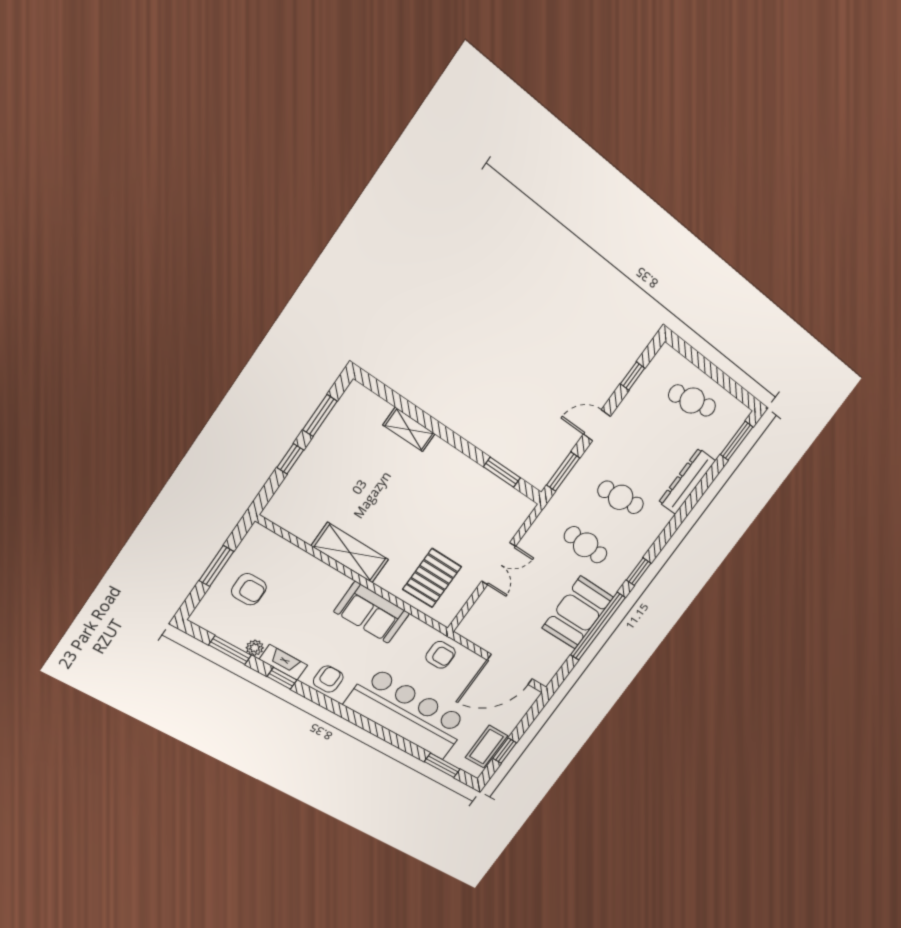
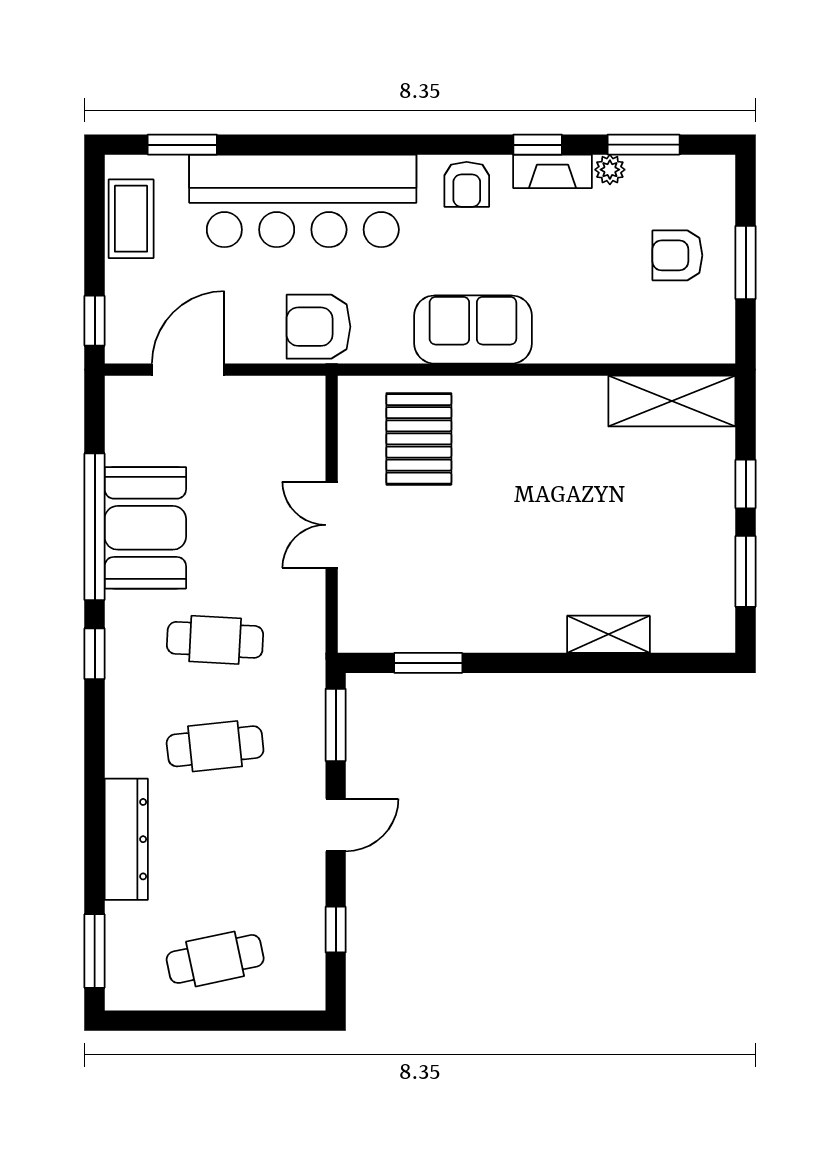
shelving: (350, 553) -> (672, 401), moved
armchair: (441, 655) -> (319, 327), width x1.38, depth x1.38
door: (510, 669) -> (188, 370), width x0.73
window: (505, 751) -> (95, 321), moved

